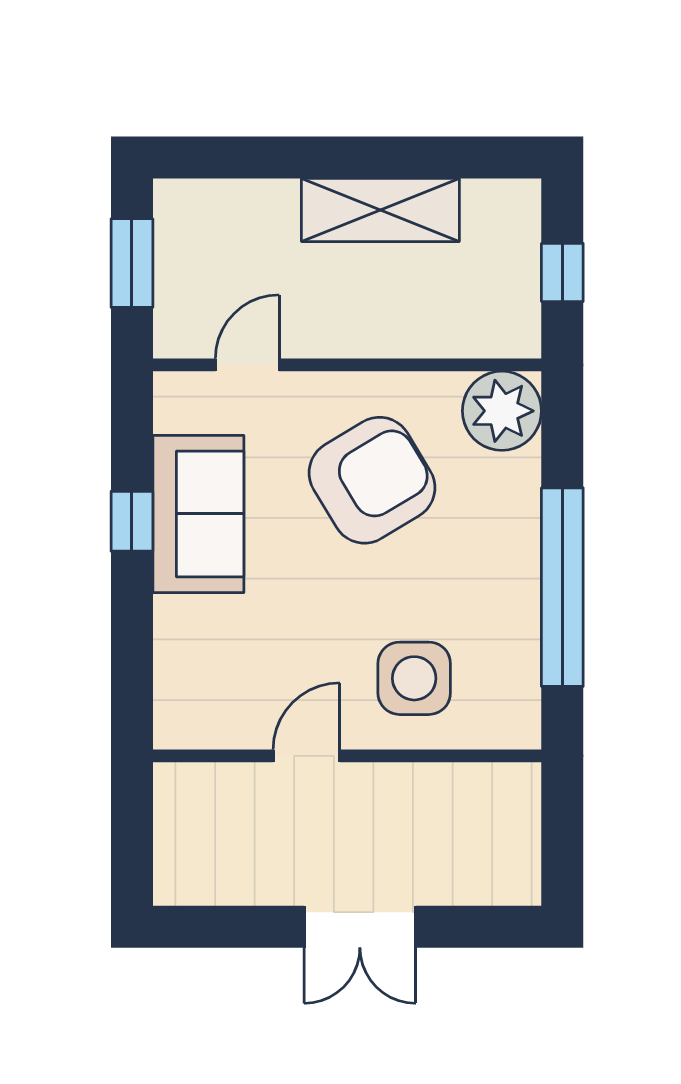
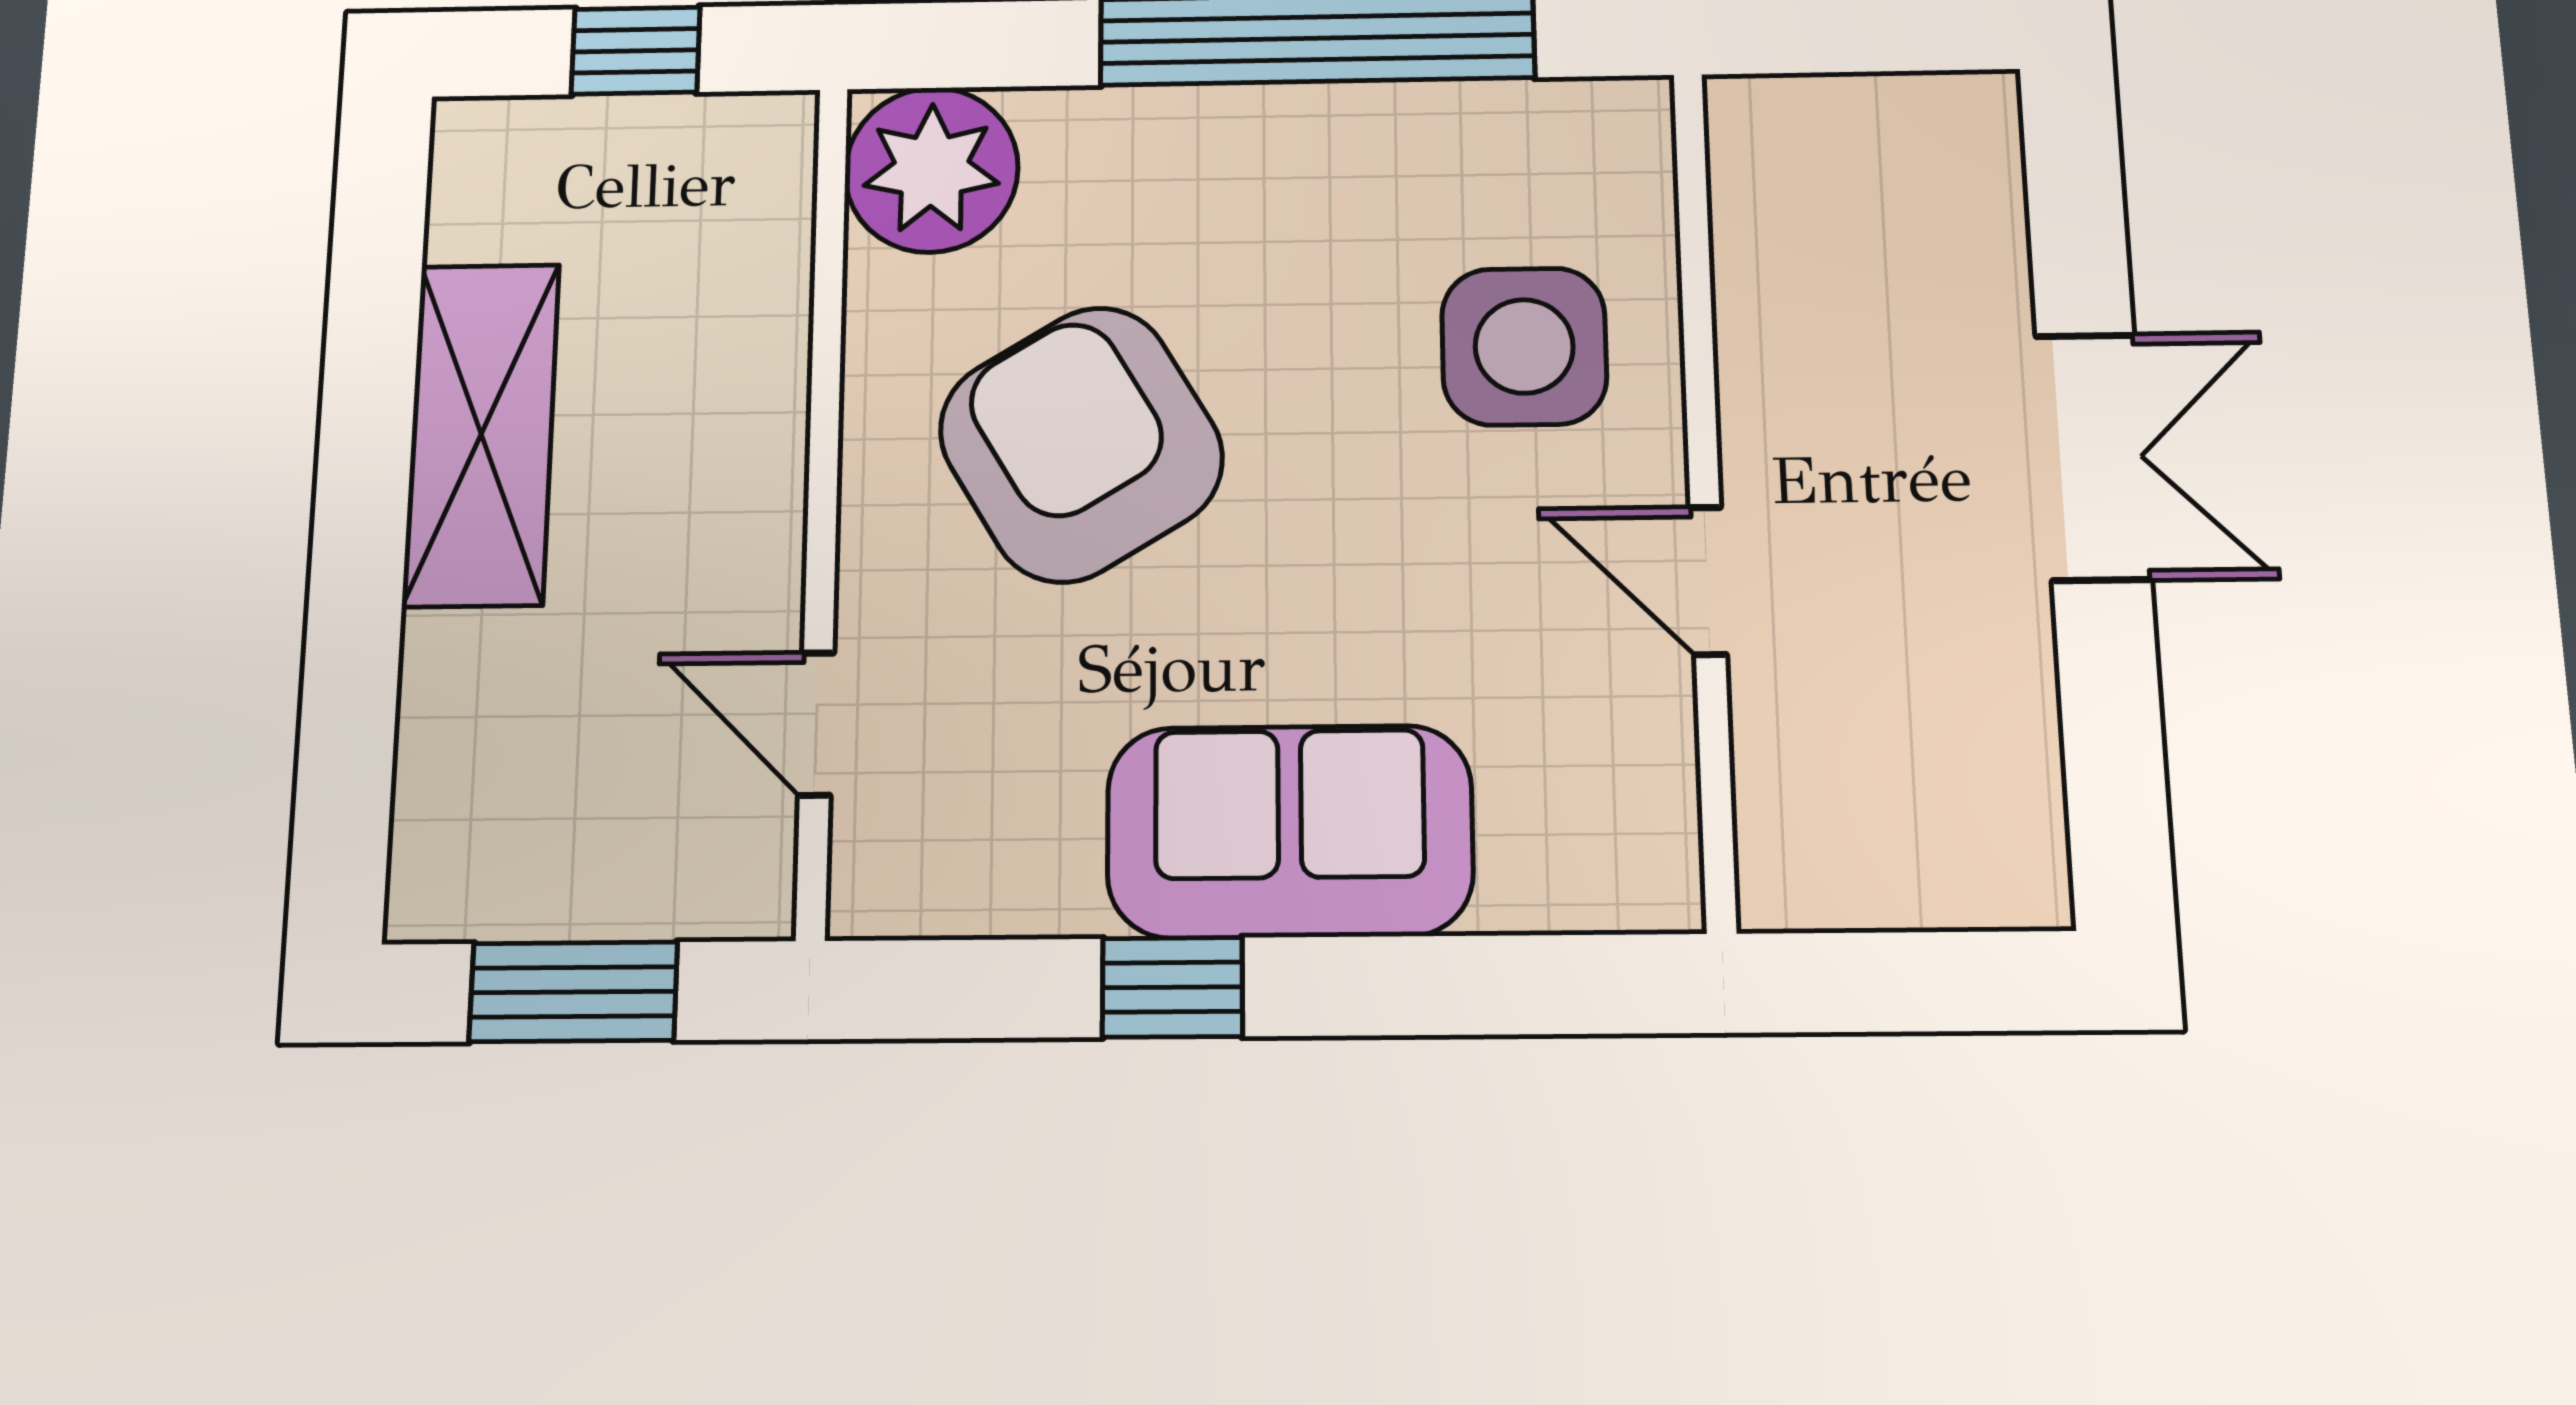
sofa: (198, 514) -> (1290, 831), moved

